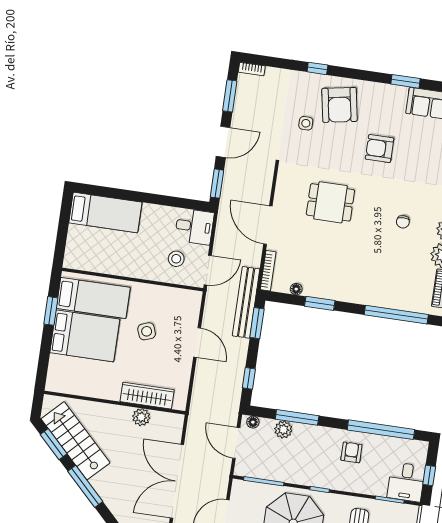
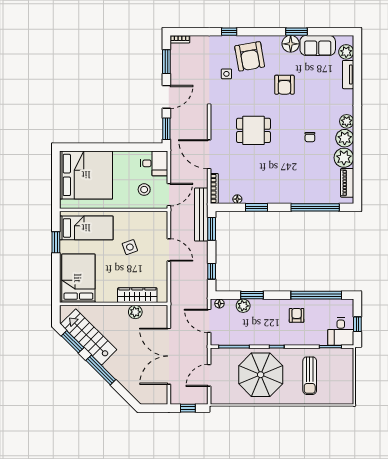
floor lamp: (395, 96) -> (291, 44), added
armchair: (380, 149) -> (284, 85), turned -90
bed: (105, 213) -> (86, 175), width x2.04
bed: (85, 336) -> (78, 278), moved, turned -90
window: (297, 417) -> (252, 295), width x0.69

